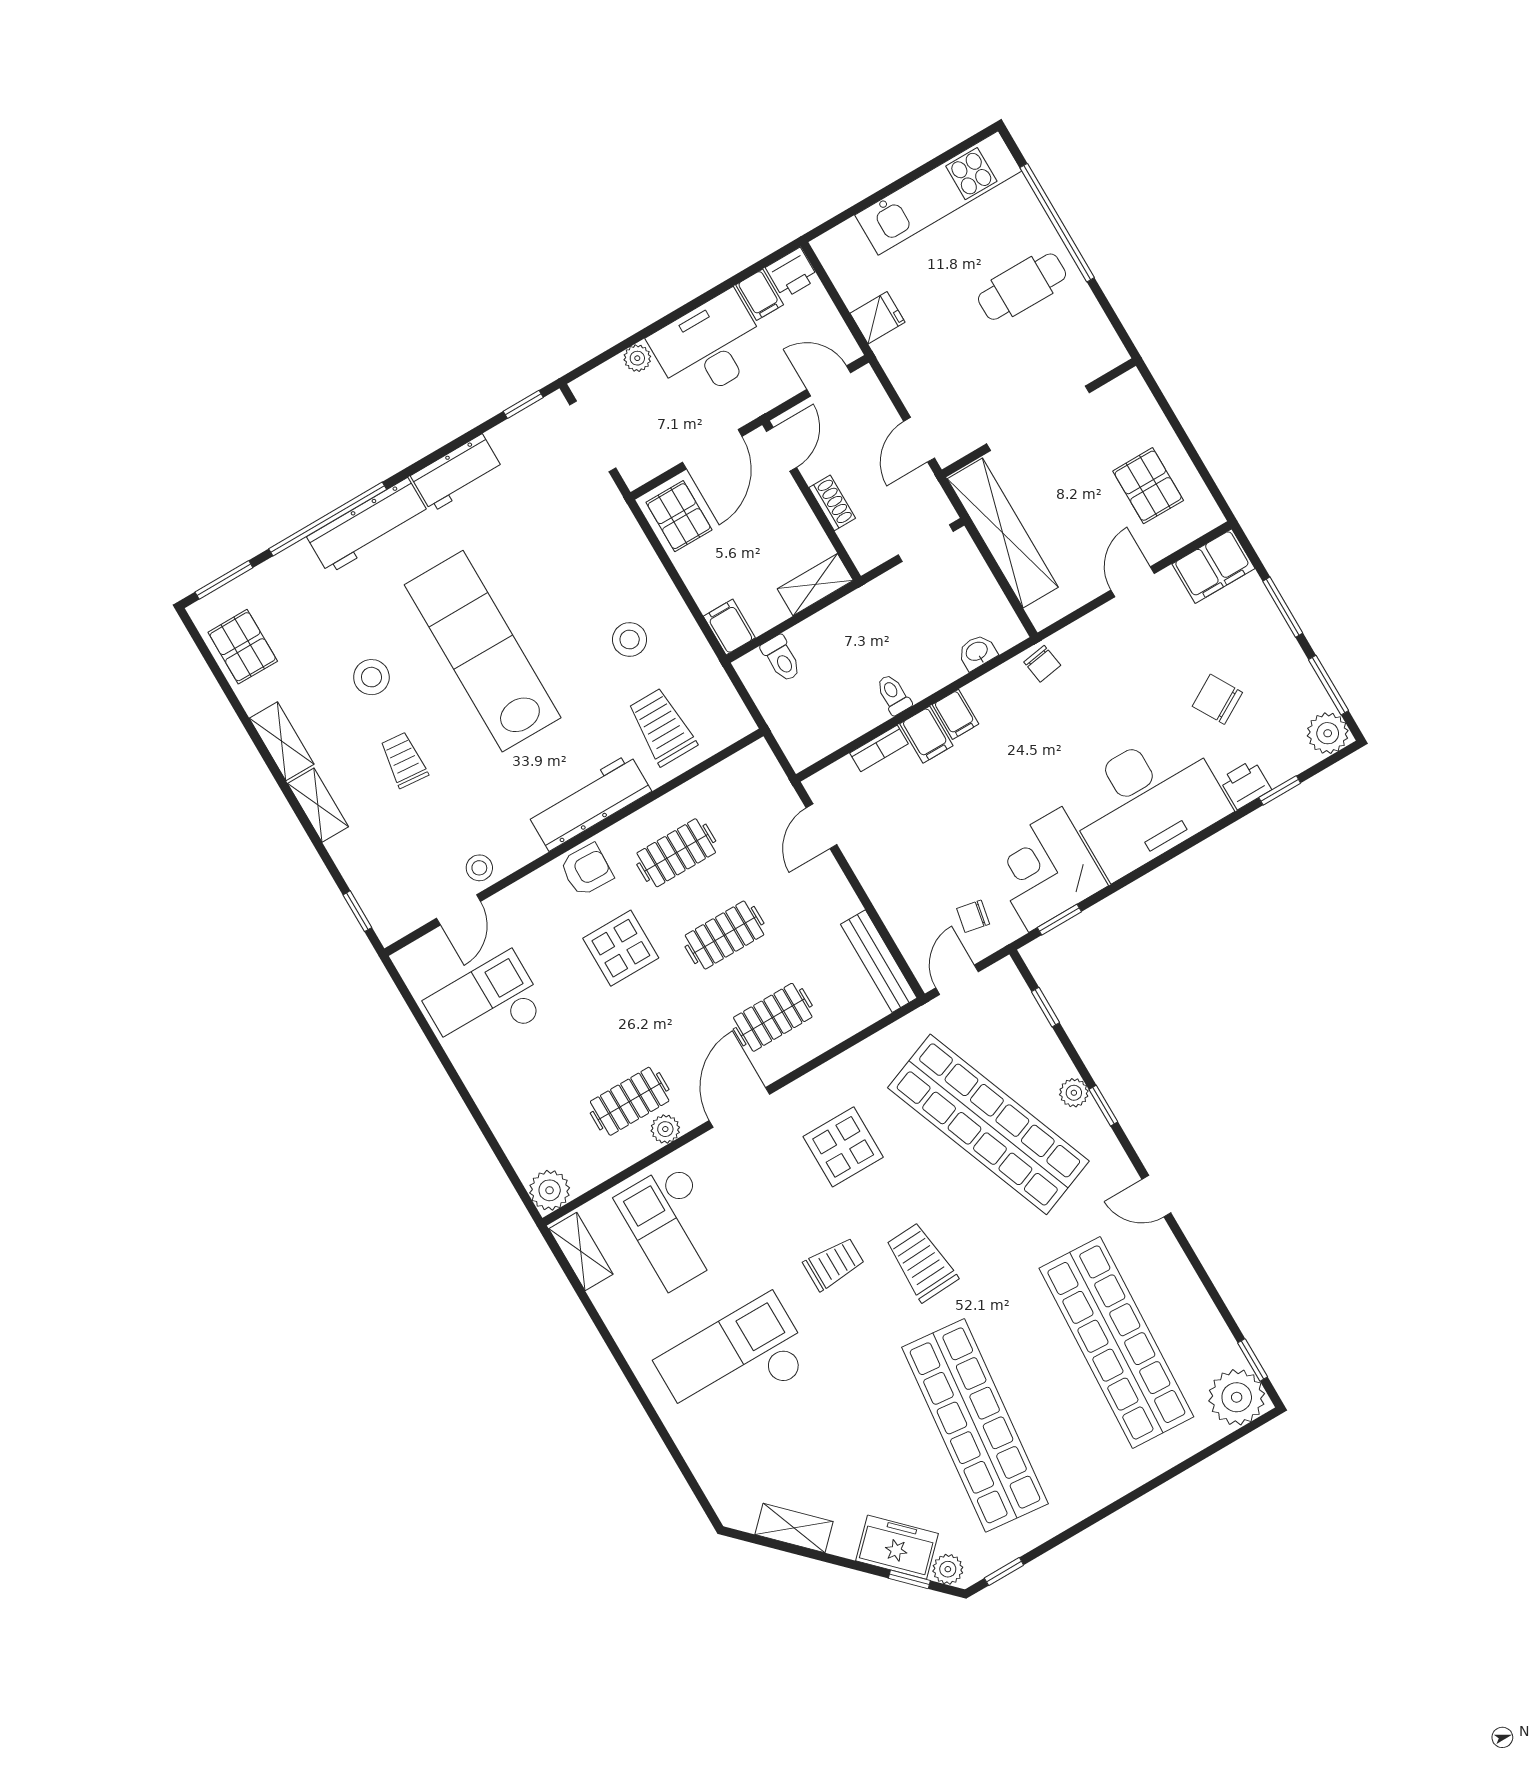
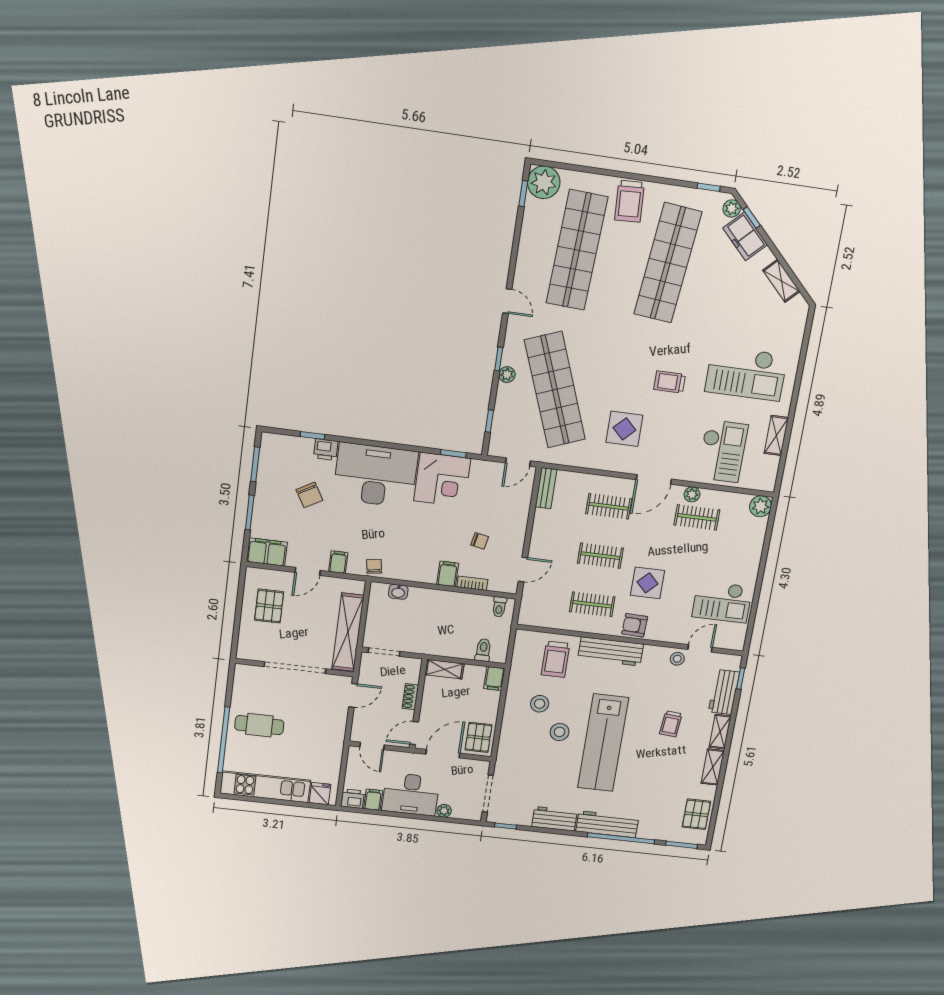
fridge: (877, 318) -> (320, 794), moved, turned 90
stool: (371, 677) -> (560, 732), moved
toilet: (894, 694) -> (499, 607), moved
filing cabinet: (956, 714) -> (338, 562), moved
plant: (1328, 733) -> (272, 444), removed
workbench: (365, 871) -> (724, 692), added
chair: (973, 916) -> (480, 541), moved
bench: (879, 961) -> (546, 488), width x0.73
shelving: (581, 1251) -> (776, 435), moved
trolley: (921, 1262) -> (630, 201), moved

